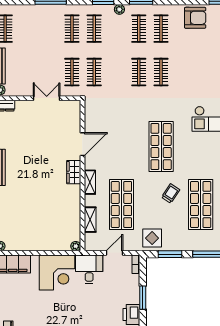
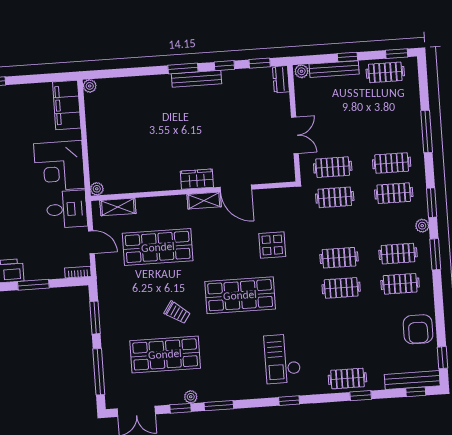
shelving: (90, 182) -> (204, 201), moved
shelving: (90, 220) -> (118, 207), moved
display table: (152, 238) -> (272, 245), moved

